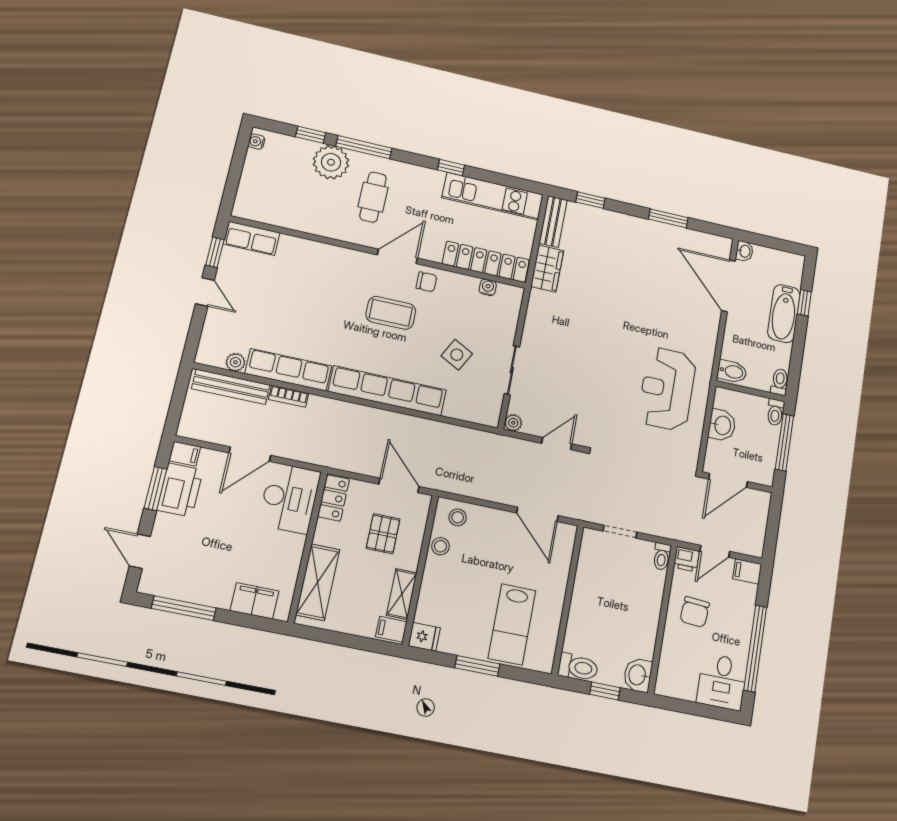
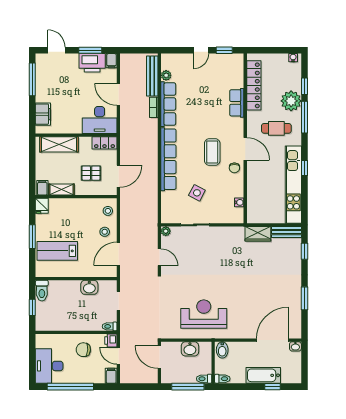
kitchen unit: (493, 196) -> (293, 185), width x1.36
row of seats: (252, 238) -> (237, 103), moved
locker: (486, 262) -> (254, 85), moved
stool: (440, 546) -> (105, 232), moved
door: (140, 551) -> (57, 50), hinge flipped
washbasin: (638, 675) -> (89, 287), moved, turned 180
desk: (722, 682) -> (49, 366), width x1.37

